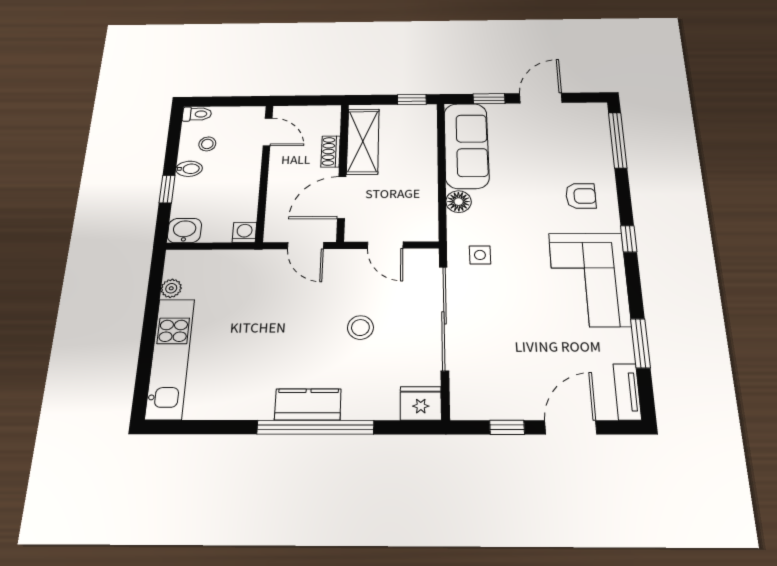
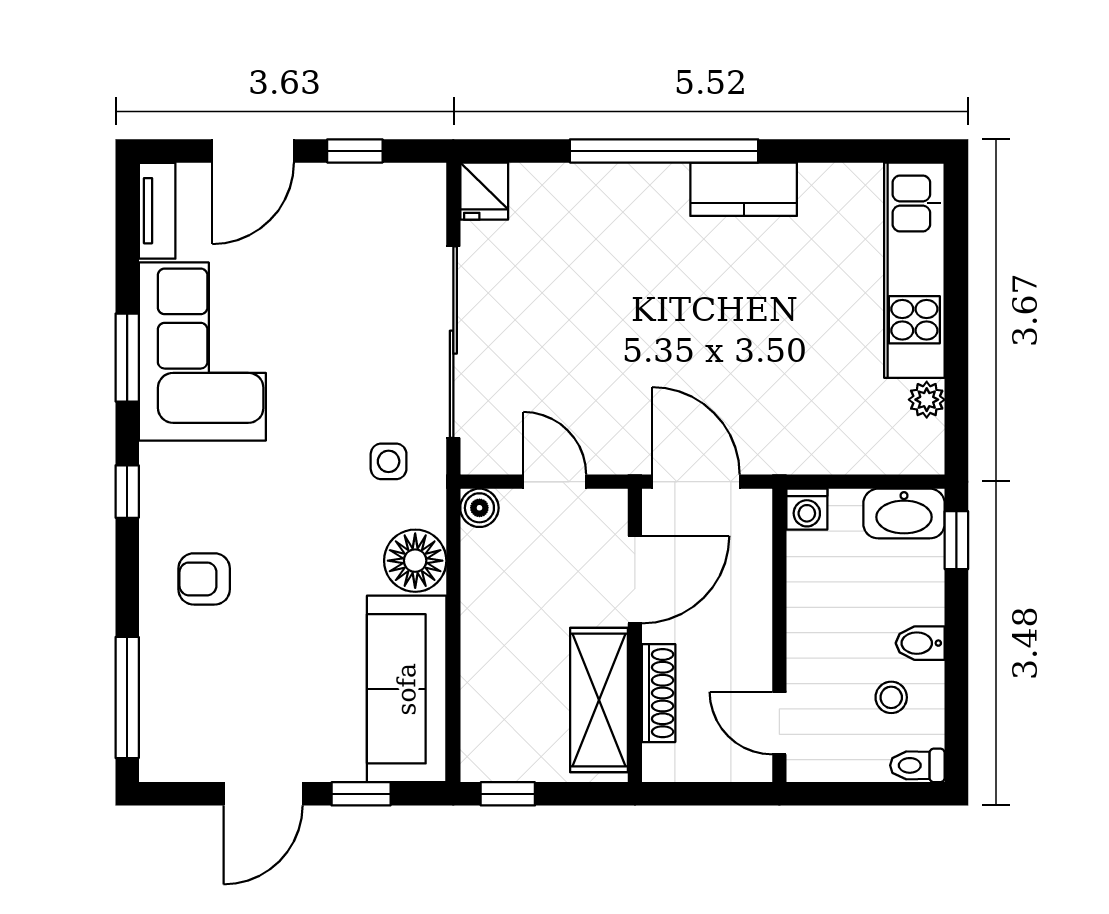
shoe rack: (331, 151) -> (659, 693), width x1.43
window: (167, 189) -> (956, 540), moved
floor lamp: (459, 202) -> (415, 561), width x1.38, depth x1.38
washbasin: (184, 231) -> (904, 514), width x1.38
boiler: (428, 232) -> (479, 508), added
door: (306, 246) -> (696, 482), width x1.38
corner sofa: (589, 279) -> (202, 352), moved
stool: (360, 328) -> (595, 325), removed
window: (640, 343) -> (127, 358), moved
fridge: (421, 403) -> (484, 191), width x0.72
kitchen counter: (308, 404) -> (744, 189), moved

